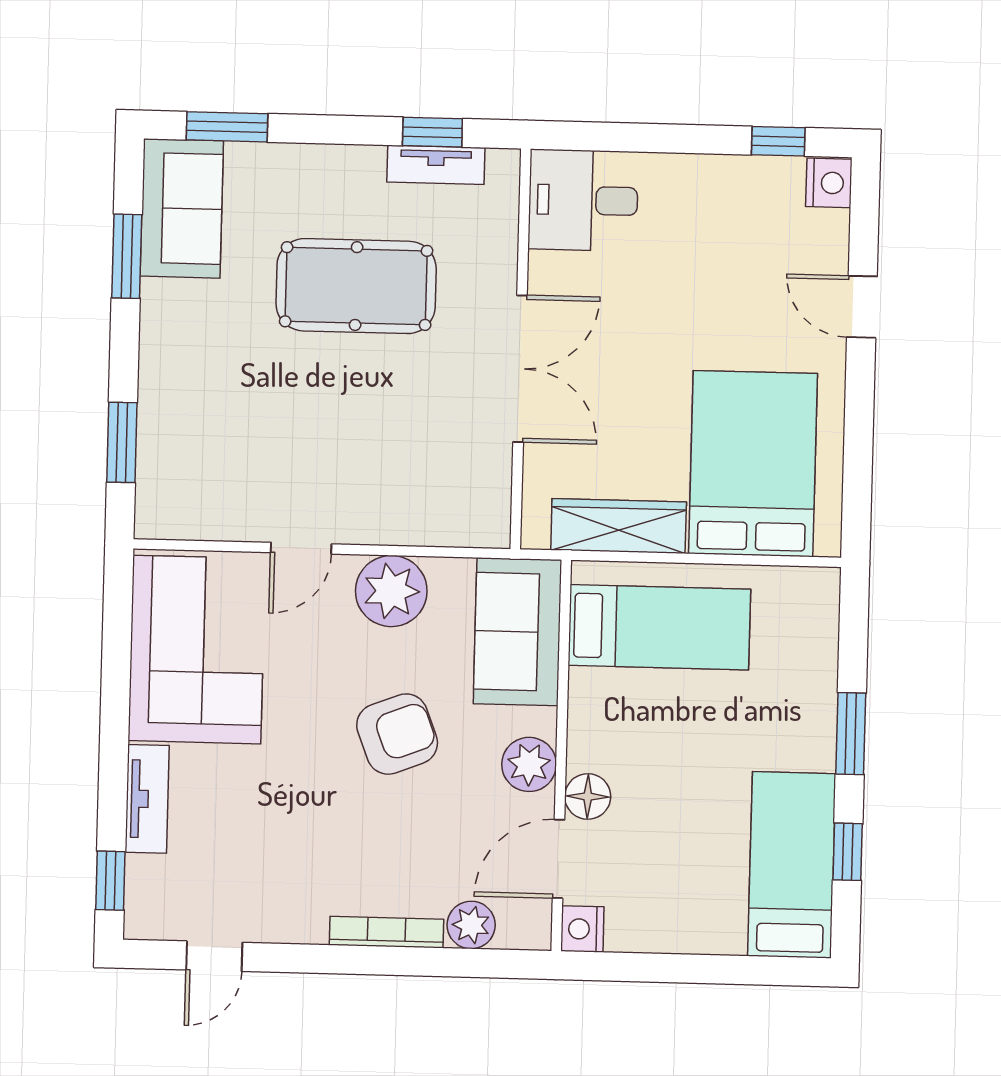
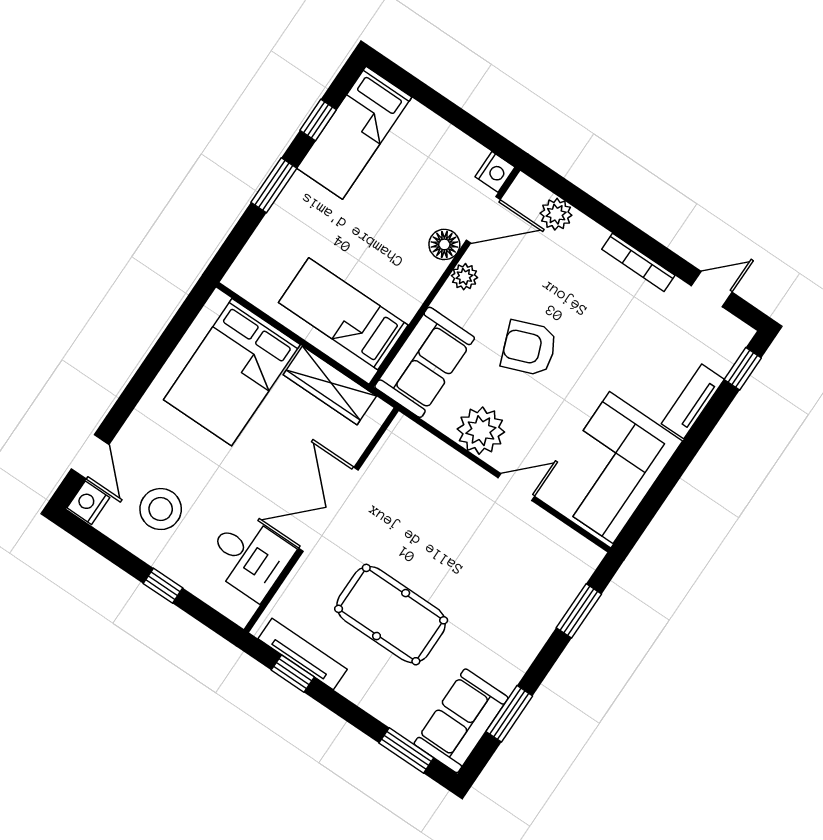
window: (778, 141) -> (163, 586), moved
tv unit: (436, 165) -> (303, 654), width x1.41
desk: (583, 200) -> (249, 557), moved
stool: (732, 233) -> (161, 509), added
door: (862, 307) -> (90, 457), moved
plant: (529, 764) -> (464, 277), width x0.73, depth x0.73
bookcase: (387, 932) -> (638, 262), moved

